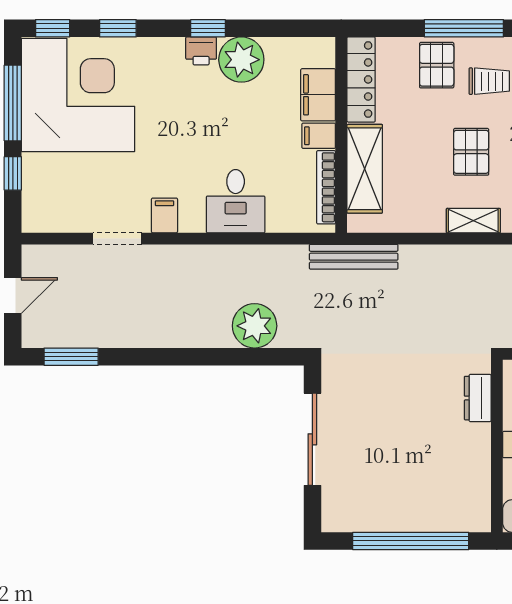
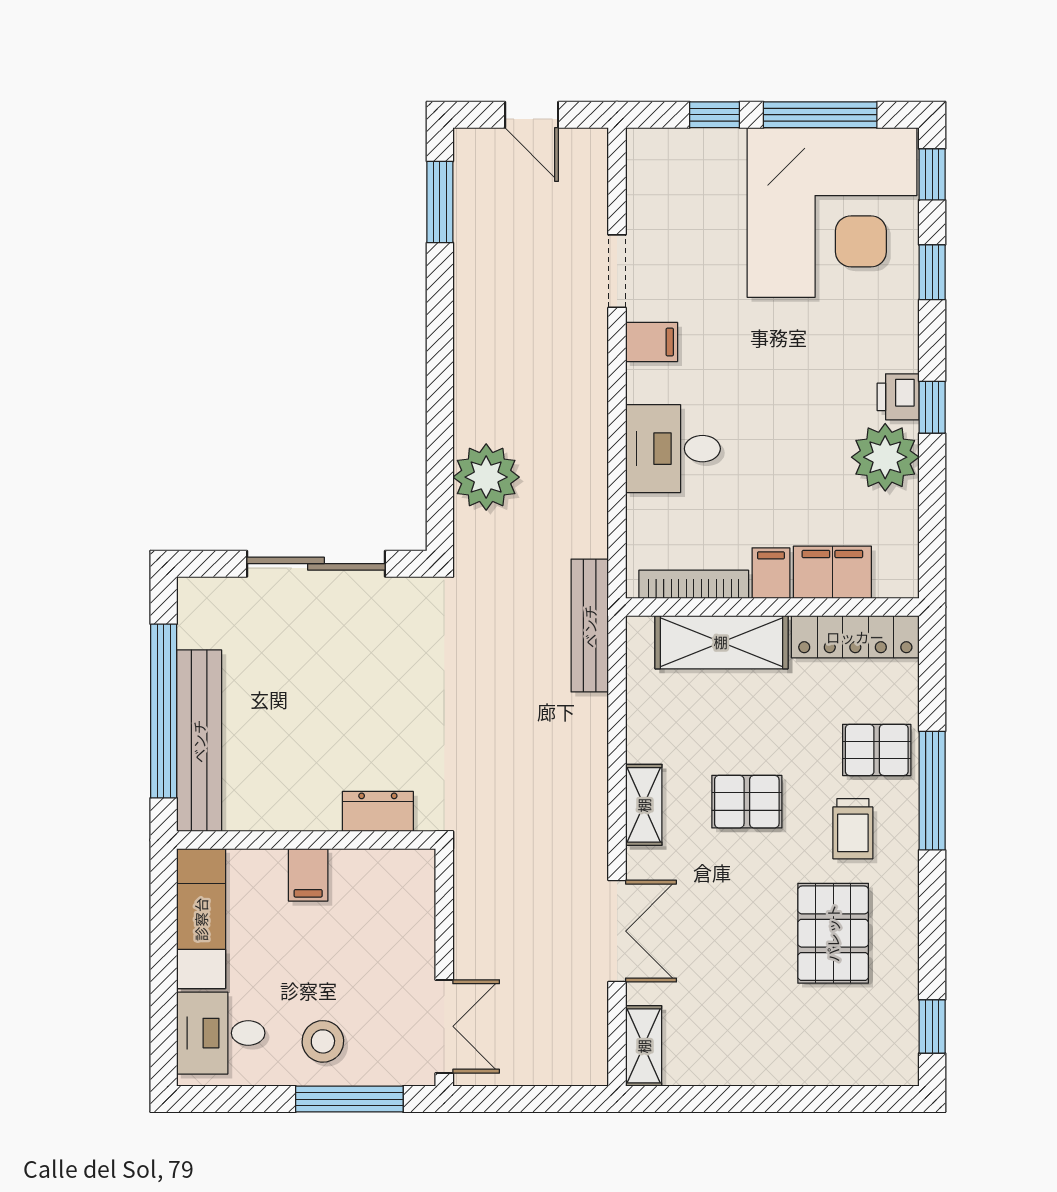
bench: (430, 517) -> (199, 741), added

